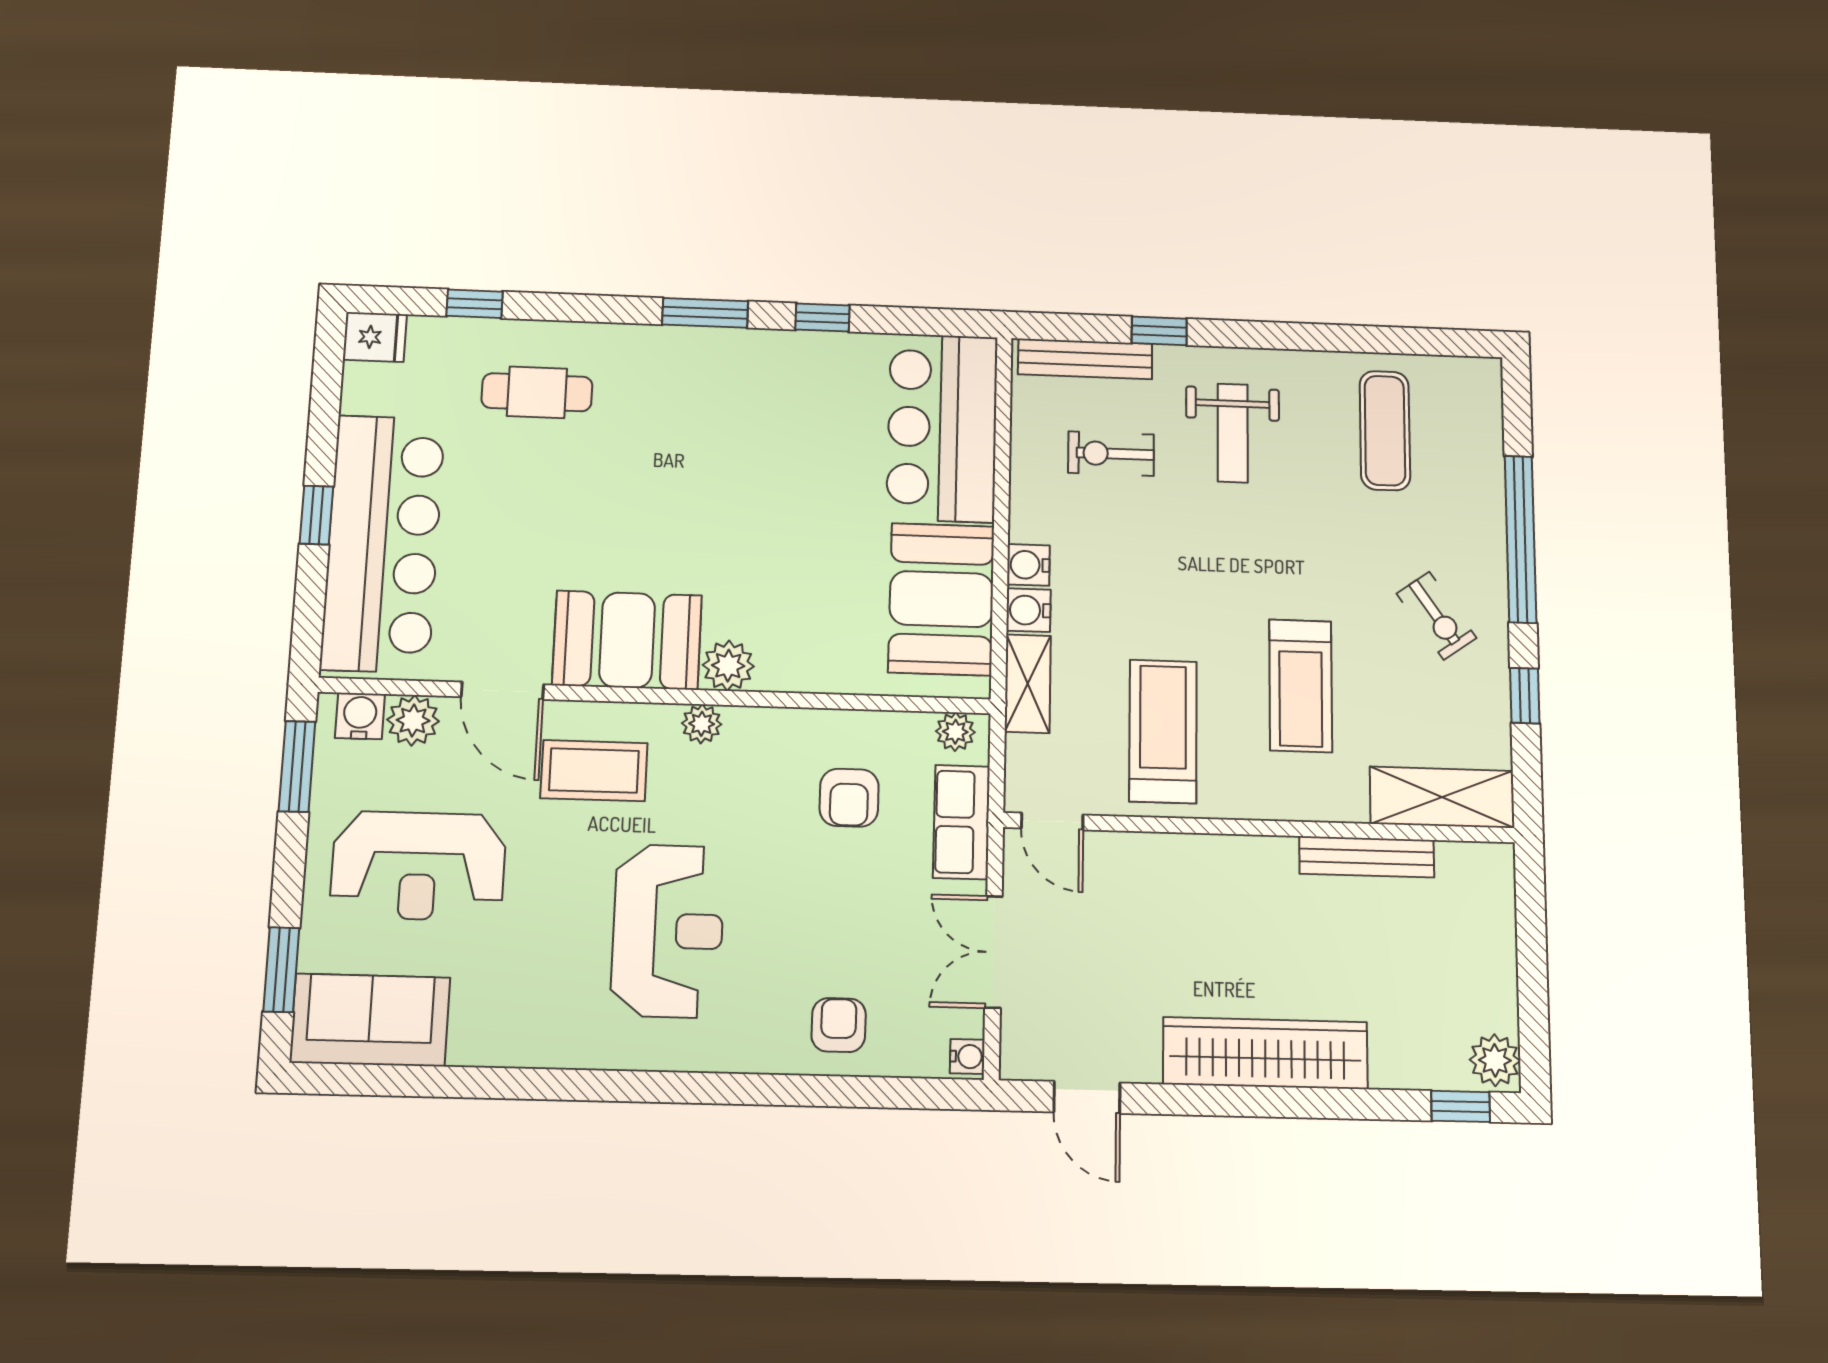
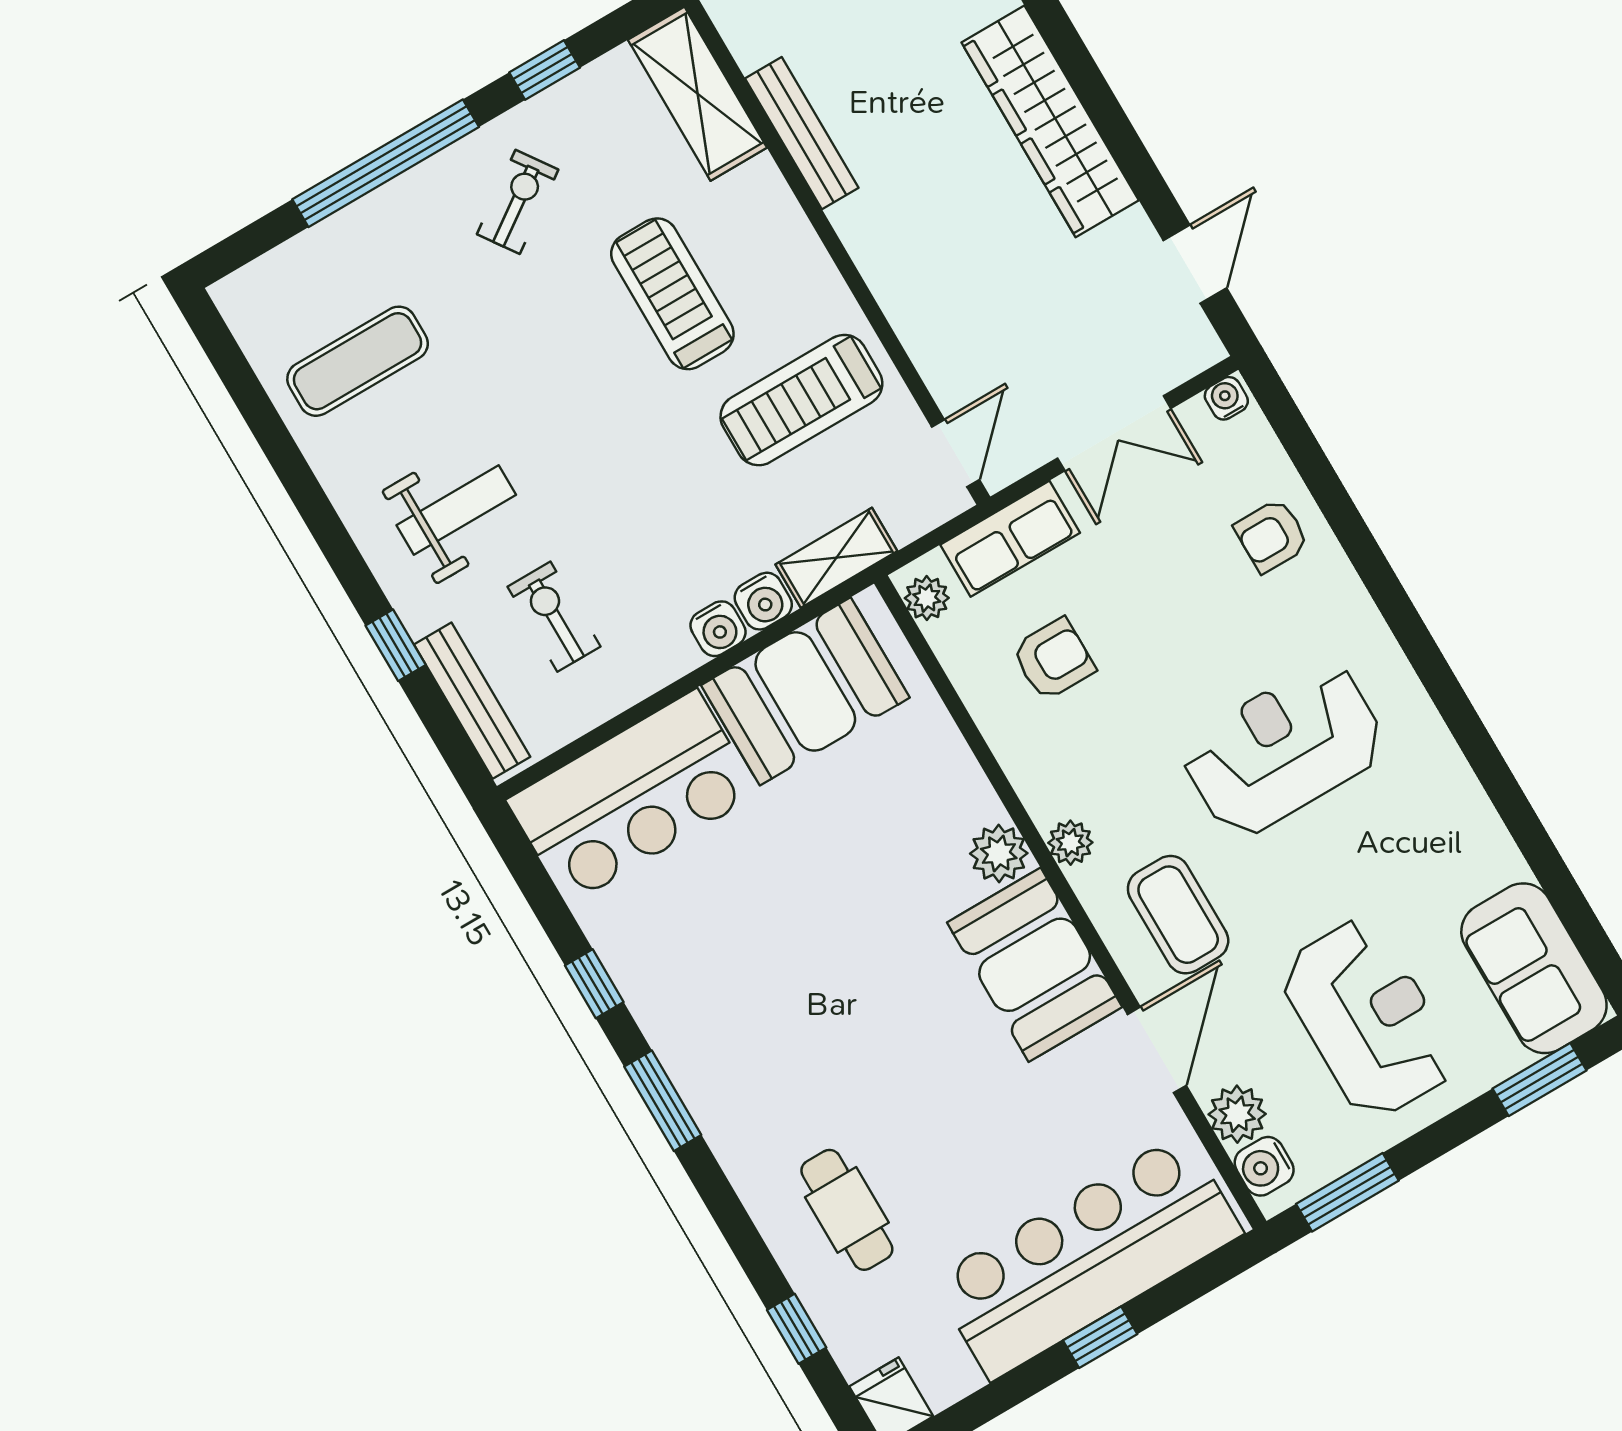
exercise bike: (1111, 454) -> (554, 617), turned 180
treadmill: (1301, 686) -> (672, 294), turned -90

